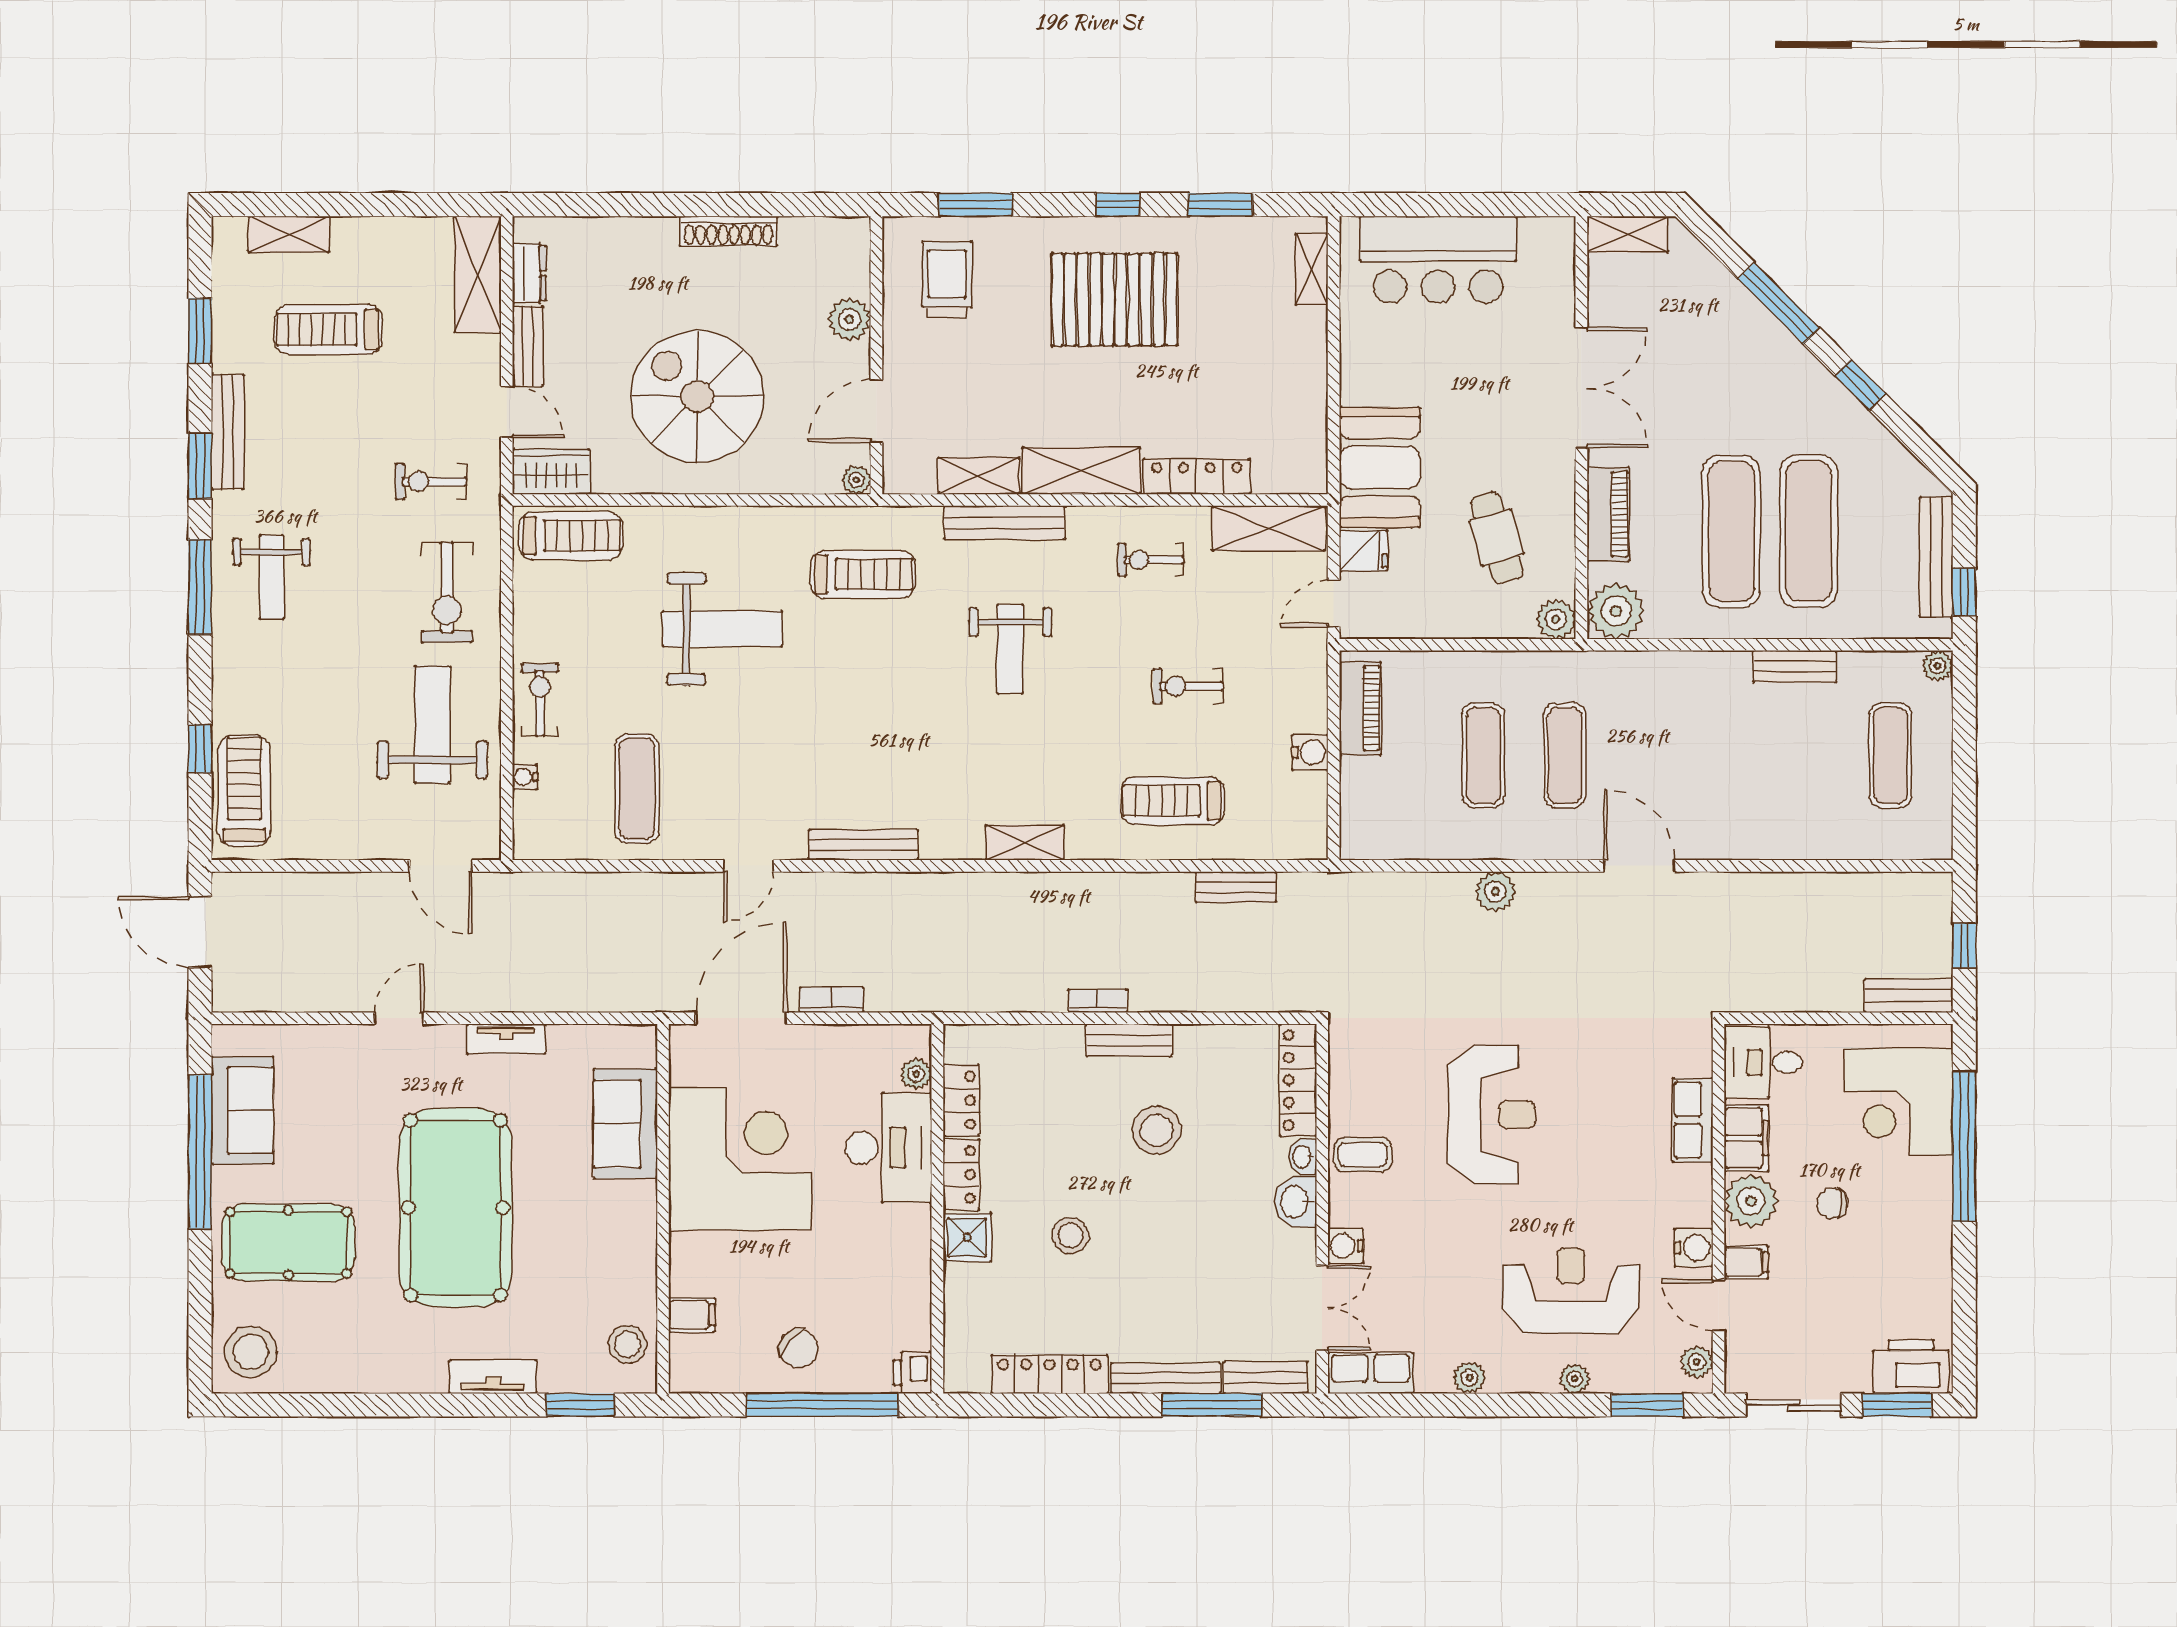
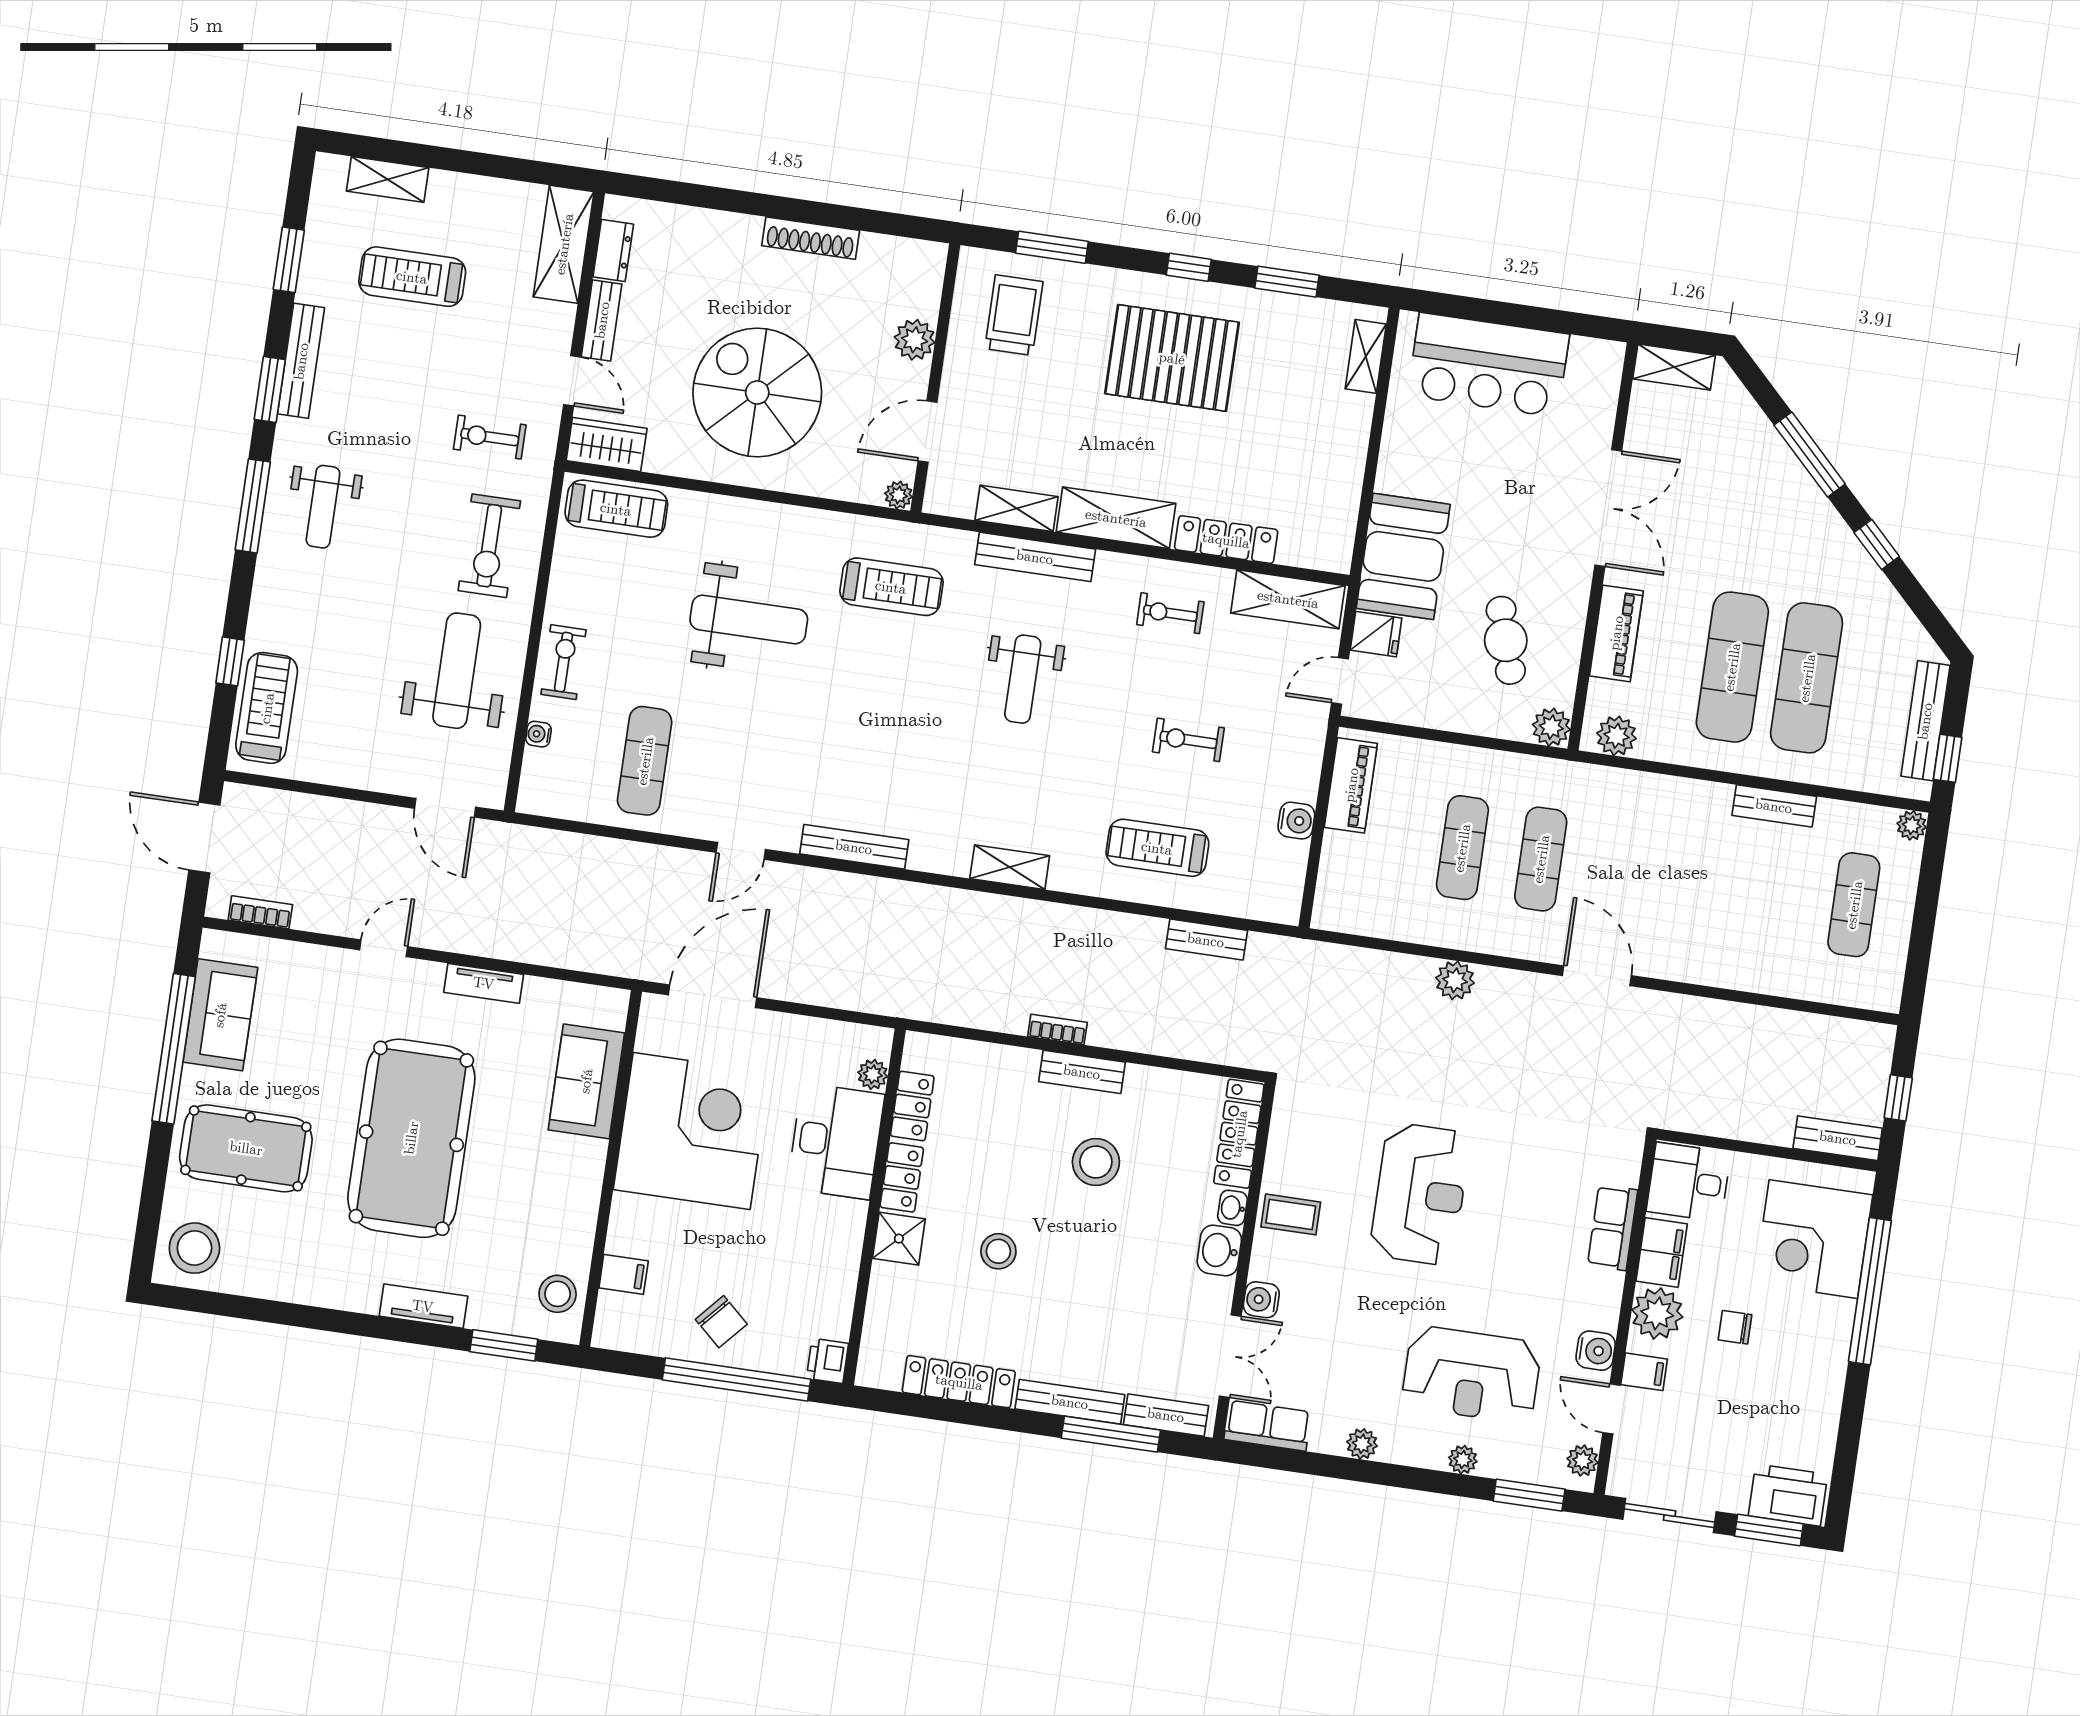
plant: (1616, 611) -> (1617, 736), width x0.73, depth x0.73
bookcase: (831, 1000) -> (260, 912), moved
reception desk: (1571, 1291) -> (1471, 1374), turned 180

